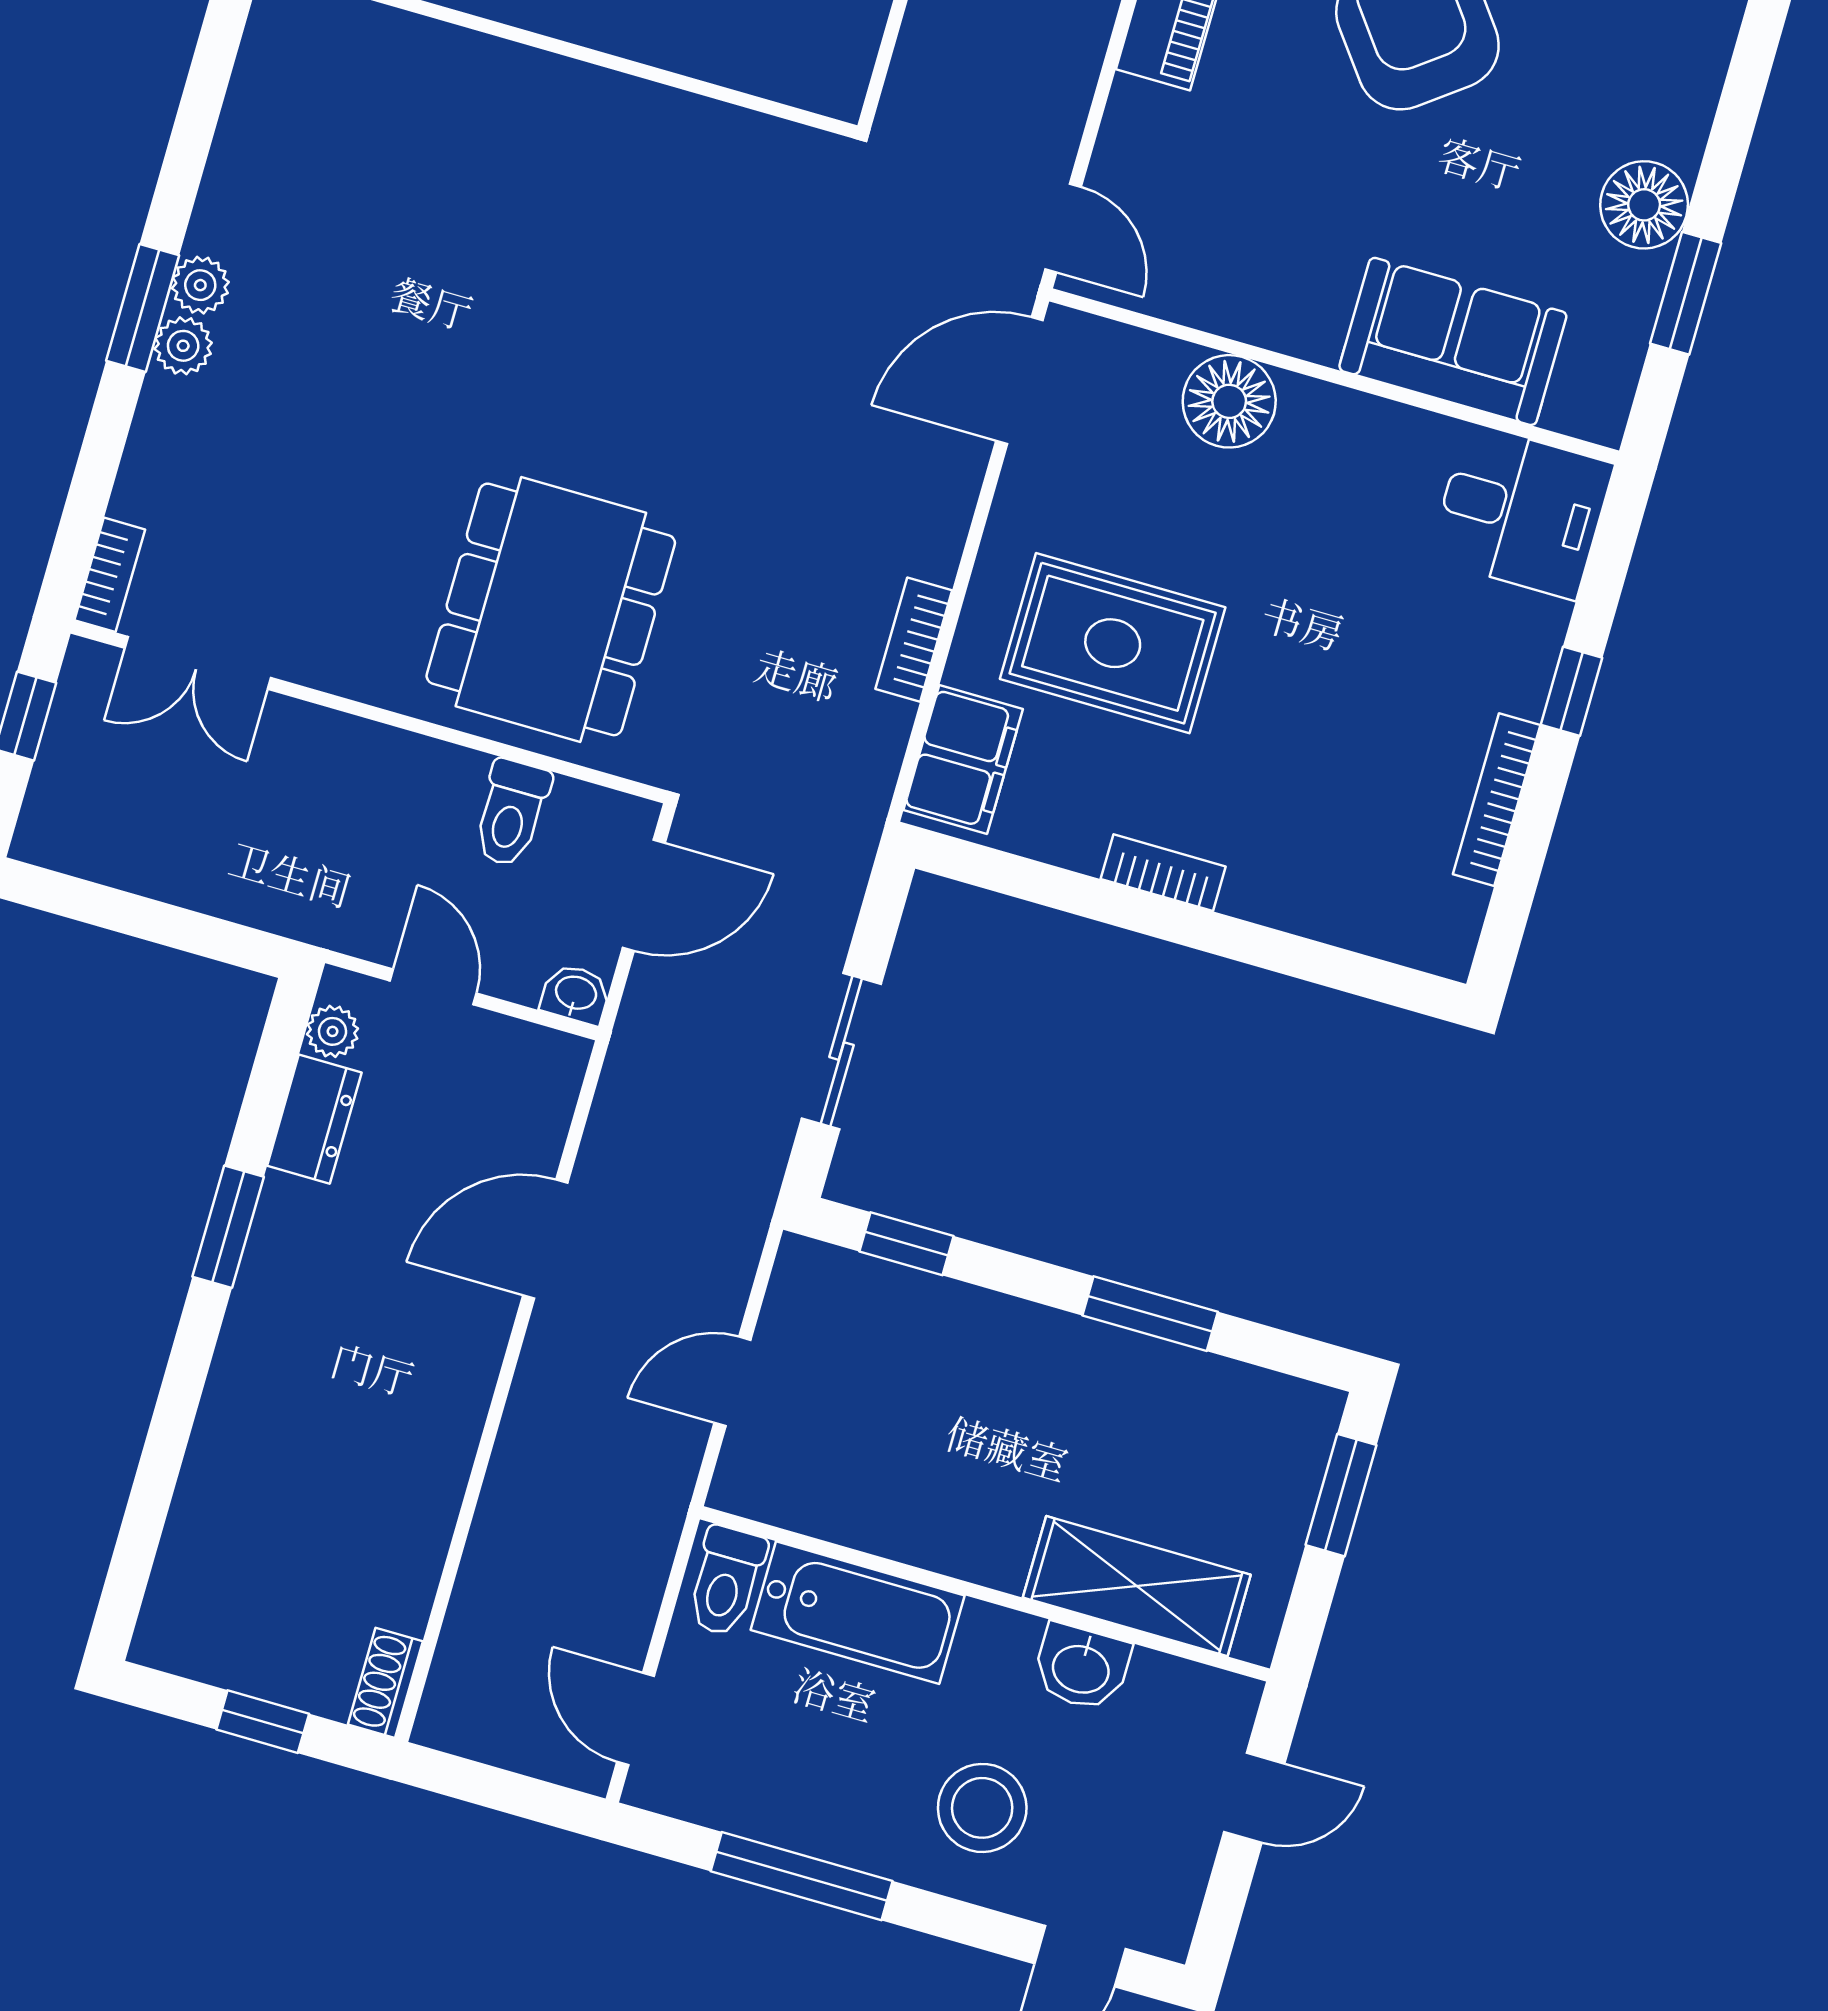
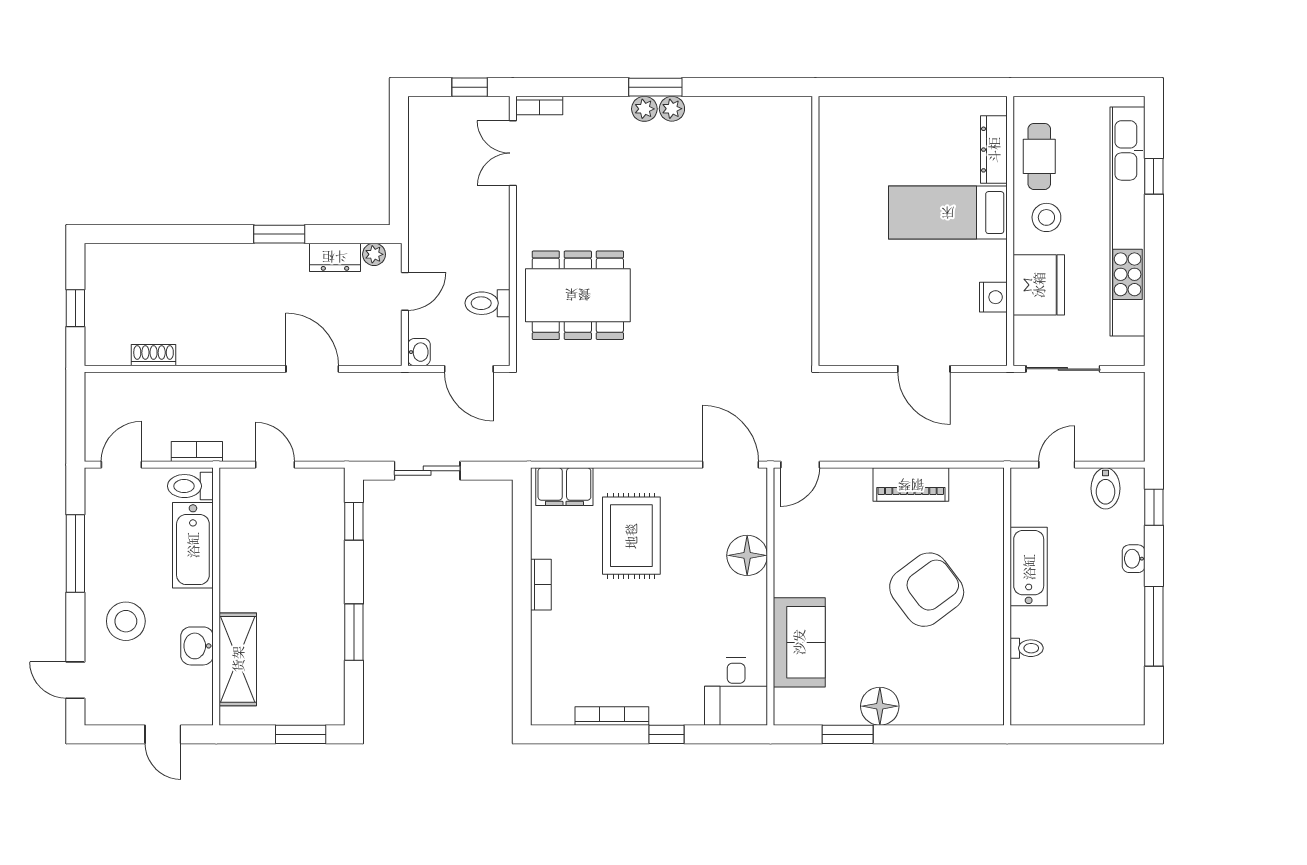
bookcase: (914, 640) -> (197, 452), moved
shoe rack: (385, 1683) -> (154, 355), moved

